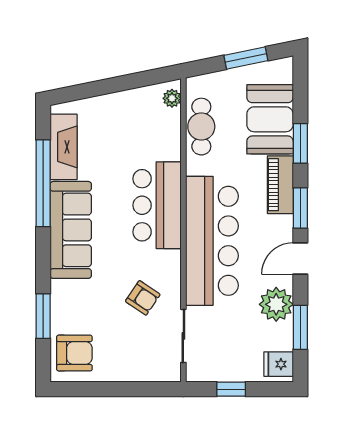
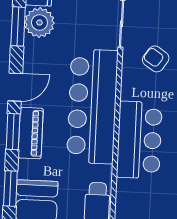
piano: (280, 185) -> (31, 133), moved
plant: (276, 304) -> (39, 23), moved

